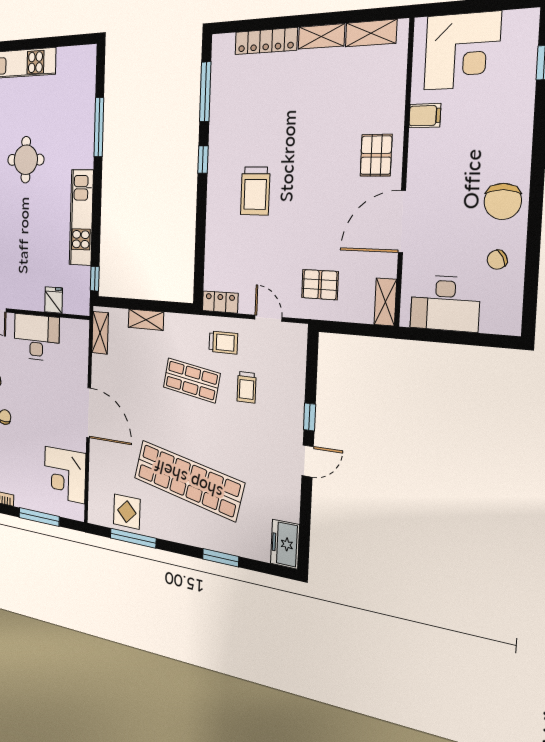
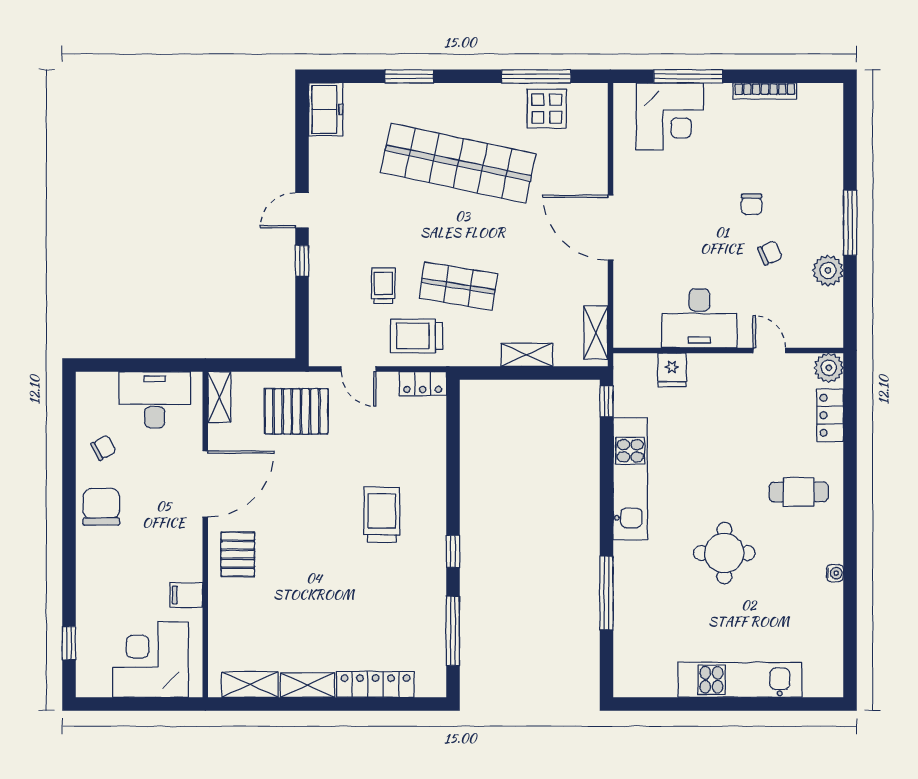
pallet: (320, 285) -> (296, 411), width x1.50, depth x1.42
trolley: (223, 342) -> (417, 336), width x1.36, depth x1.39
corner desk: (65, 475) -> (670, 117), moved, turned 90

